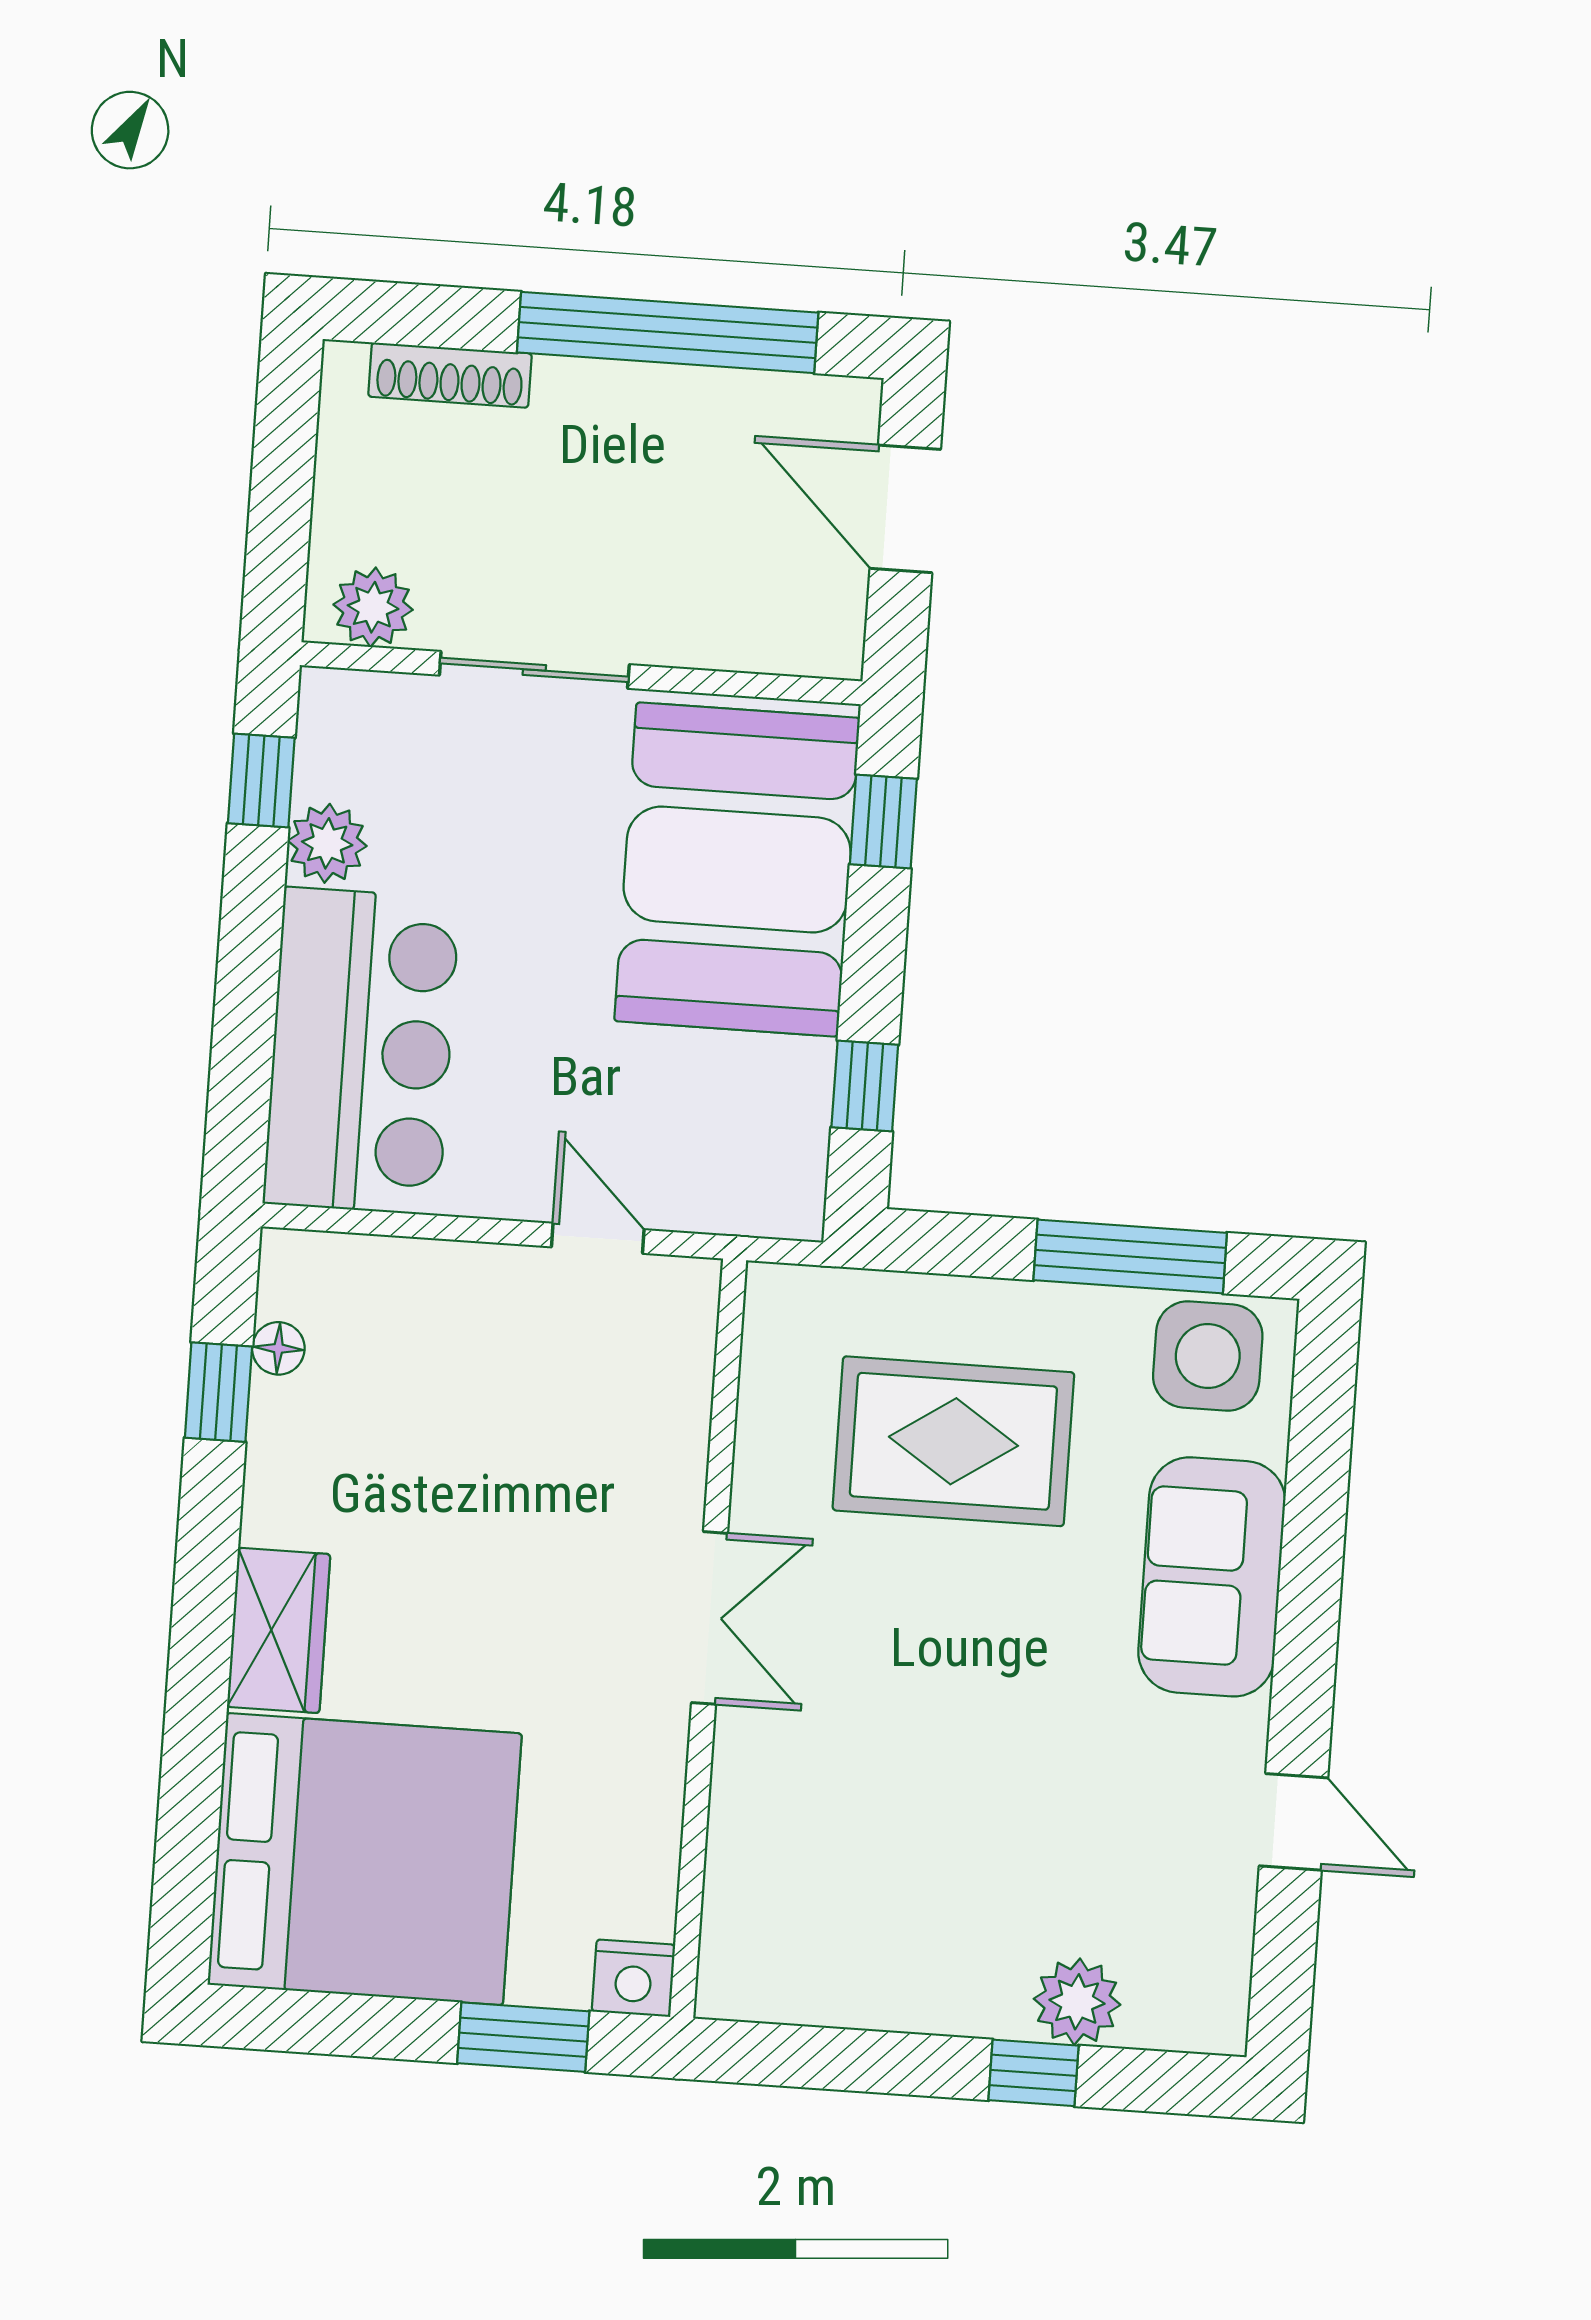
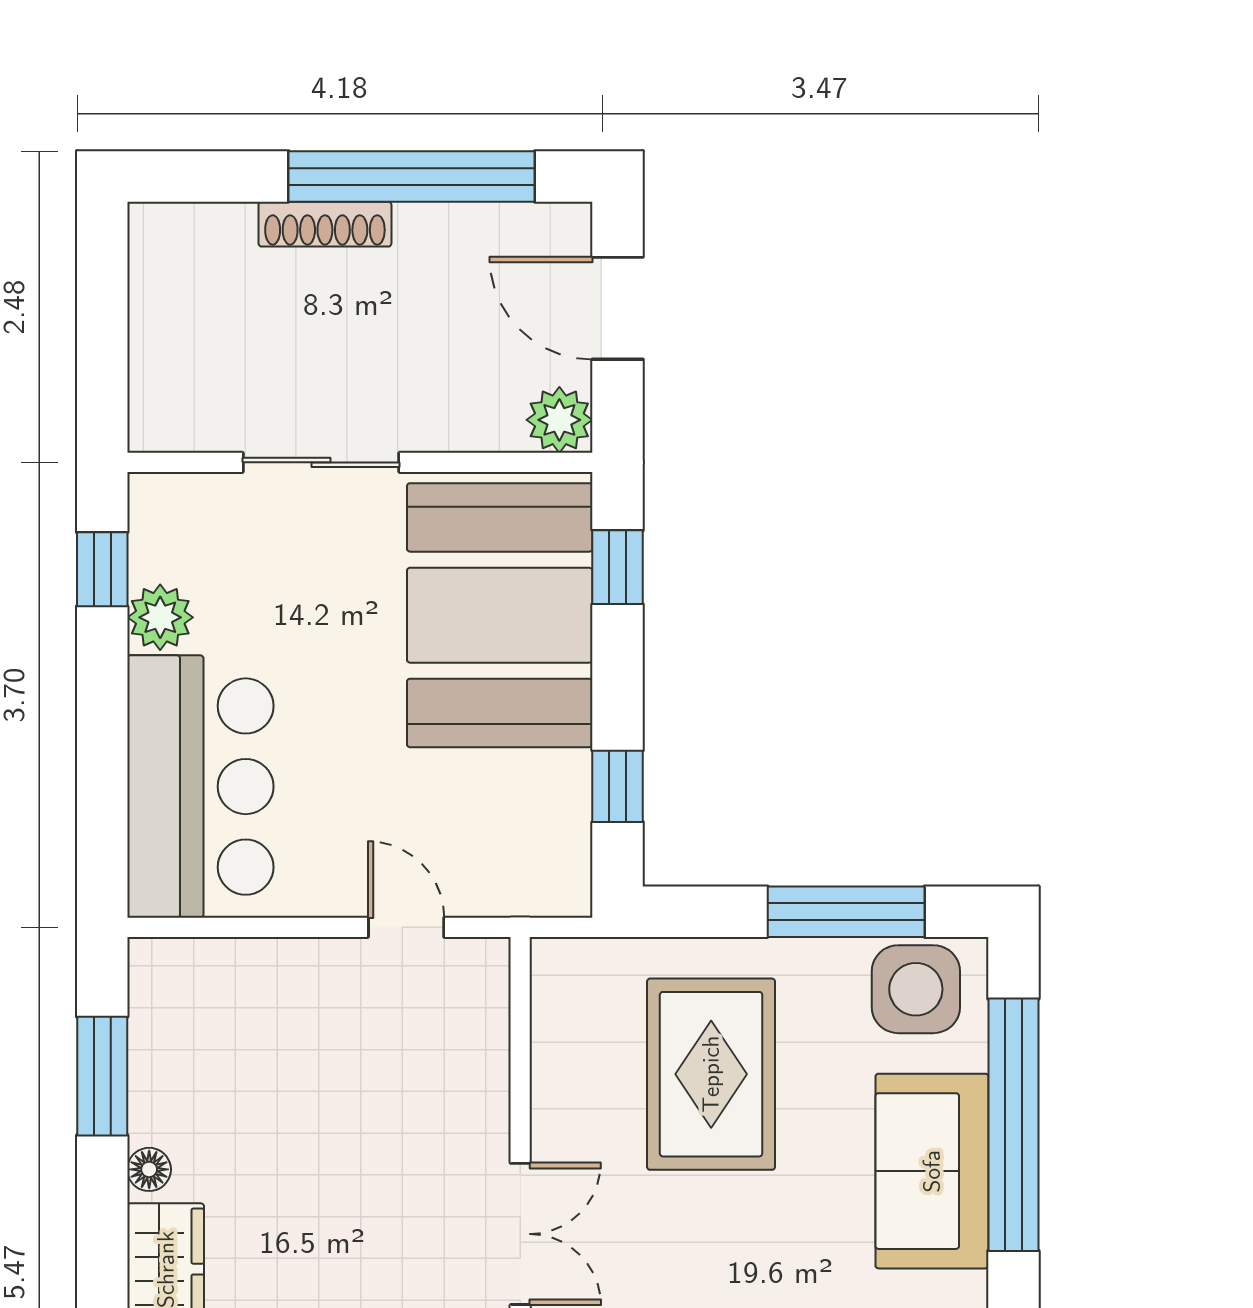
shoe rack: (450, 375) -> (325, 224), moved
plant: (373, 607) -> (559, 420), moved
floor lamp: (278, 1348) -> (149, 1169), moved
window: (218, 1392) -> (102, 1076), width x1.50
rug: (953, 1441) -> (711, 1074), turned 90
window: (1314, 1528) -> (1013, 1125), added

